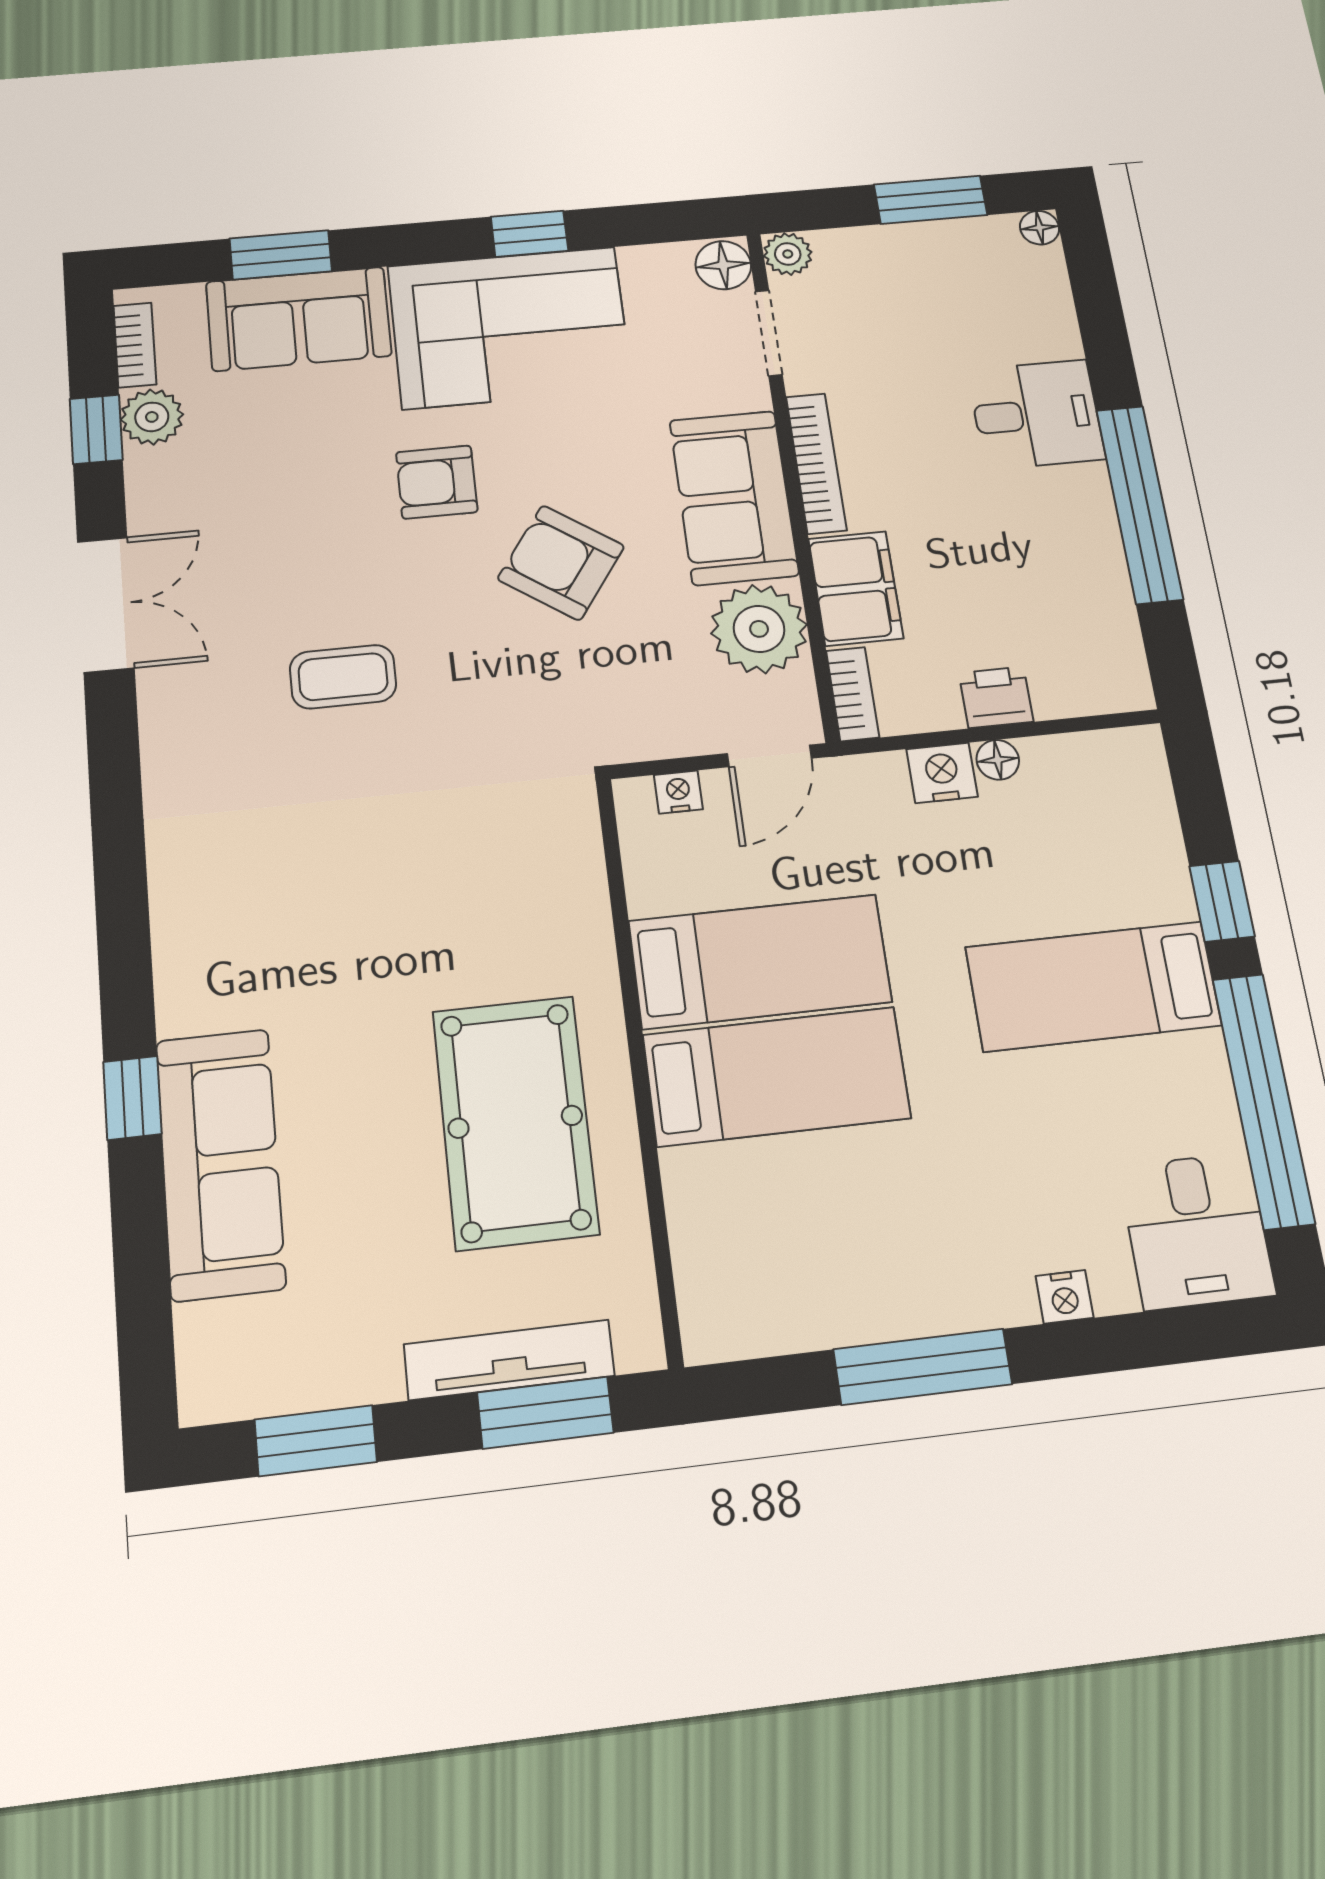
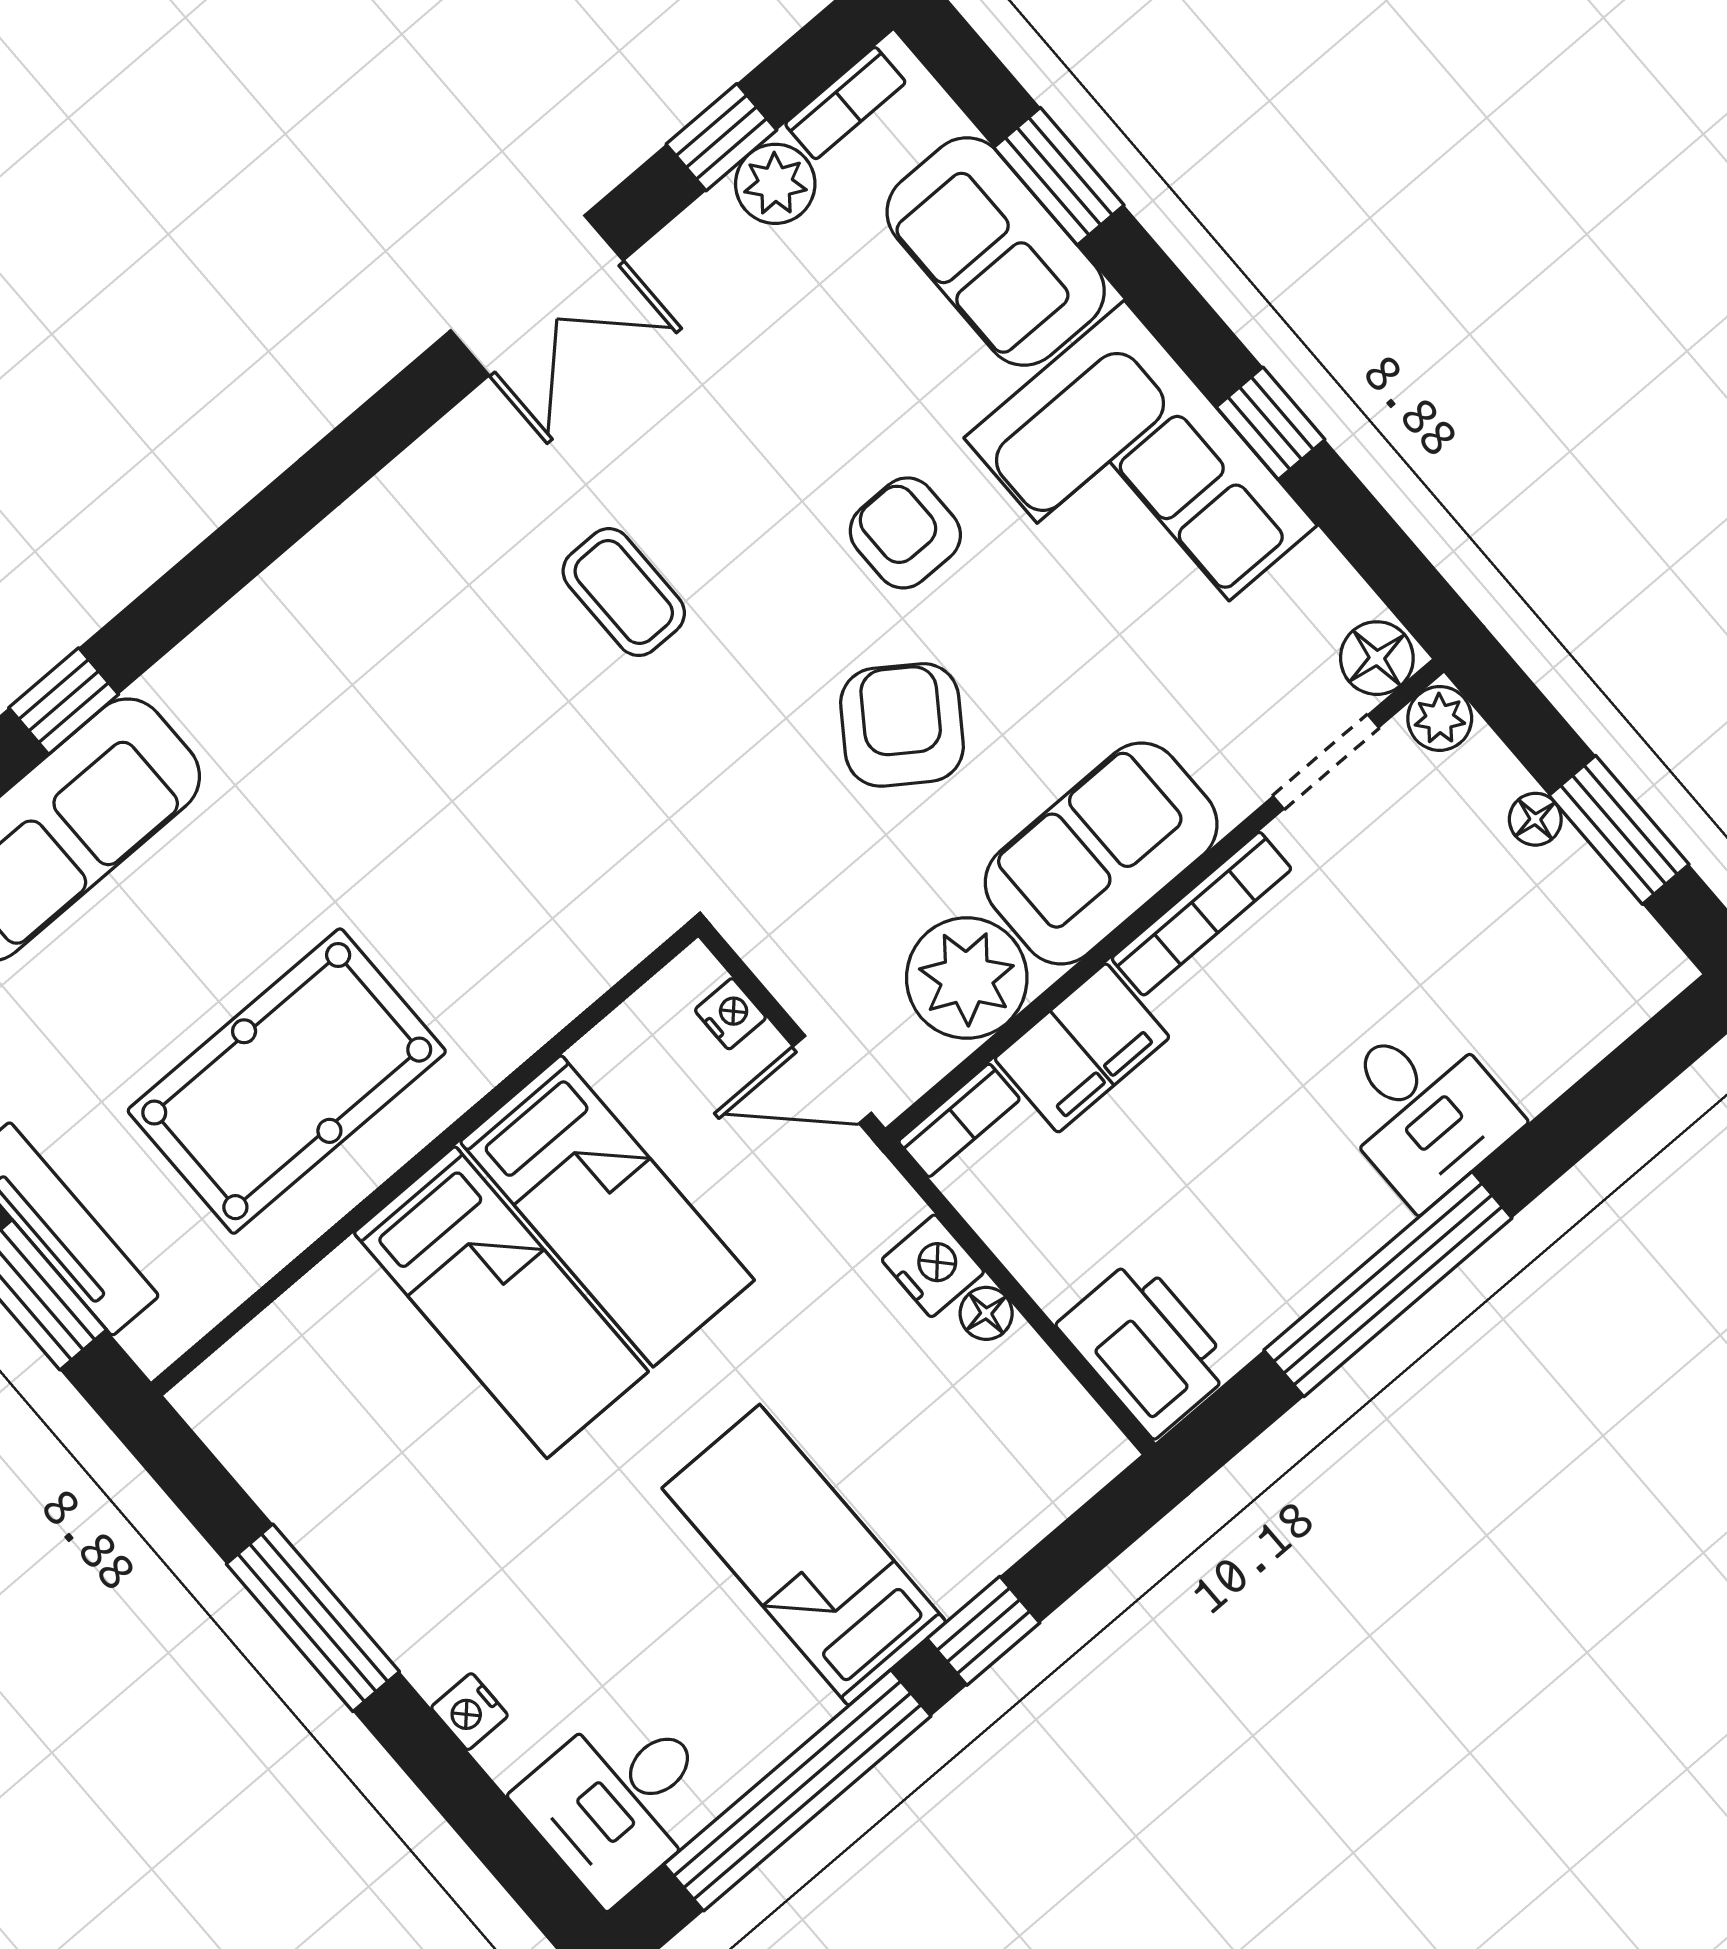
floor lamp: (1040, 228) -> (1535, 819), moved
printer: (996, 697) -> (1146, 1347), moved, width x1.87, depth x1.48

